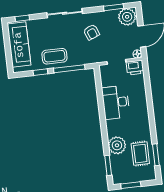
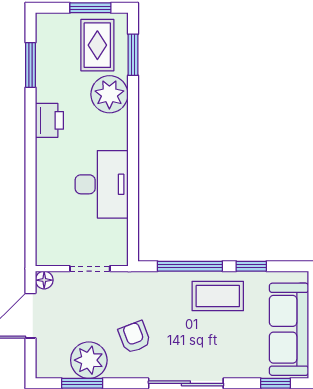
plant: (127, 17) -> (89, 360), moved
printer: (135, 68) -> (49, 120), moved, turned 90
rug: (140, 154) -> (97, 45), moved

